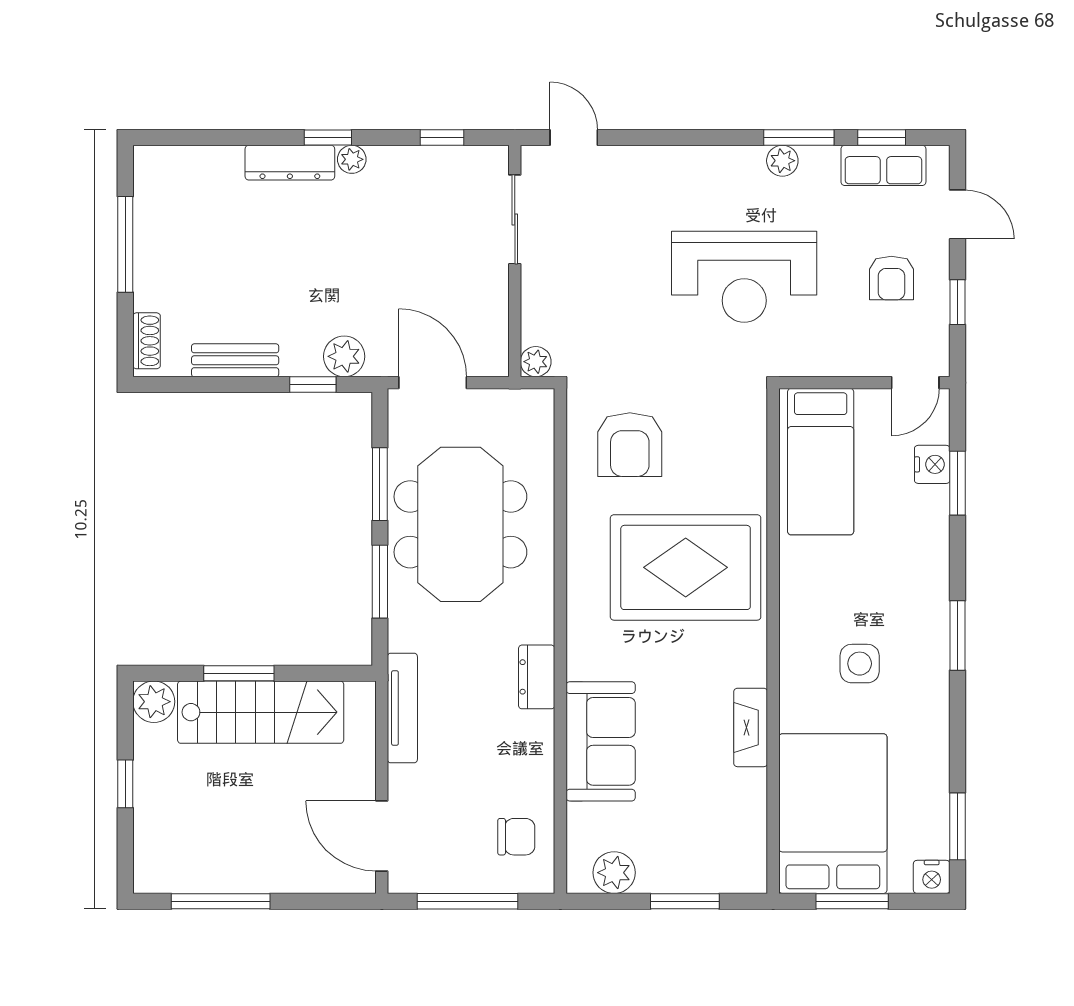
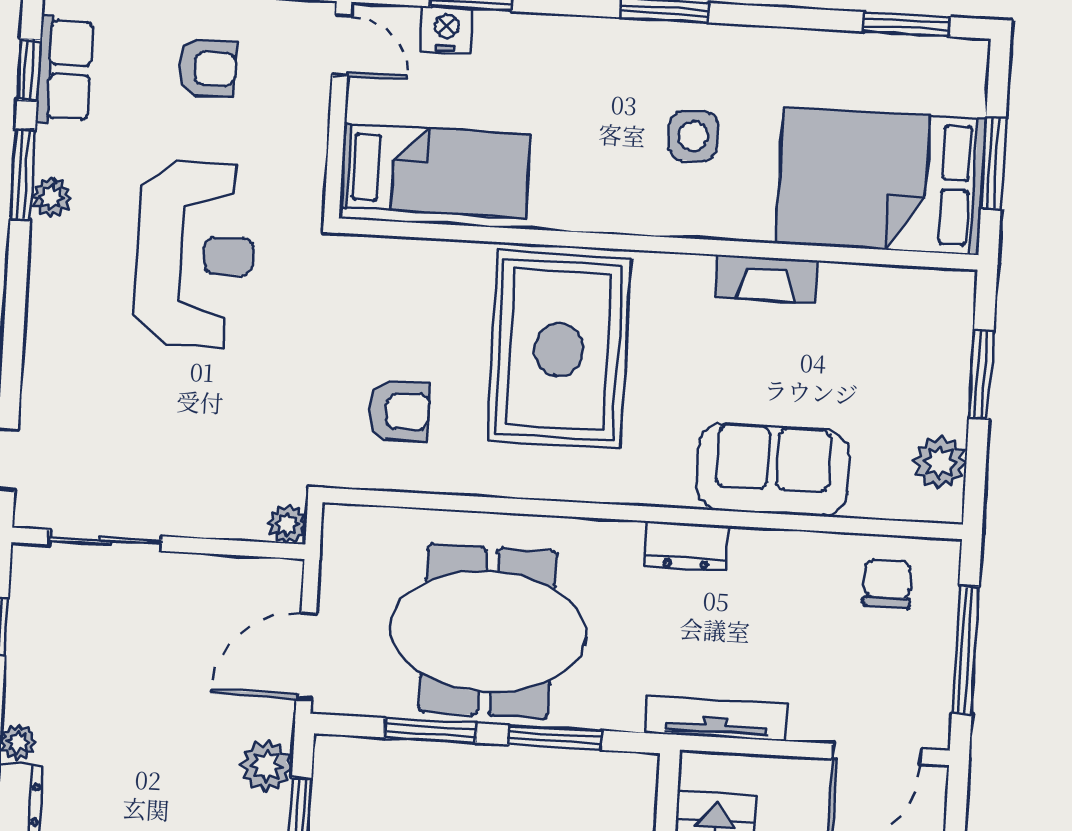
armchair: (630, 445) -> (399, 411), width x0.72, depth x0.72
nightstand: (932, 877) -> (969, 61), removed

